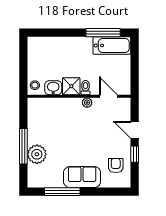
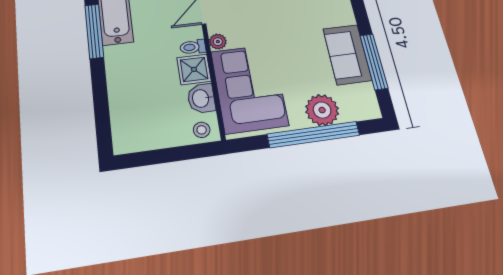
corner sofa: (56, 116) -> (249, 88), added
window: (23, 146) -> (314, 135), width x1.46
sofa: (82, 177) -> (347, 54), moved

